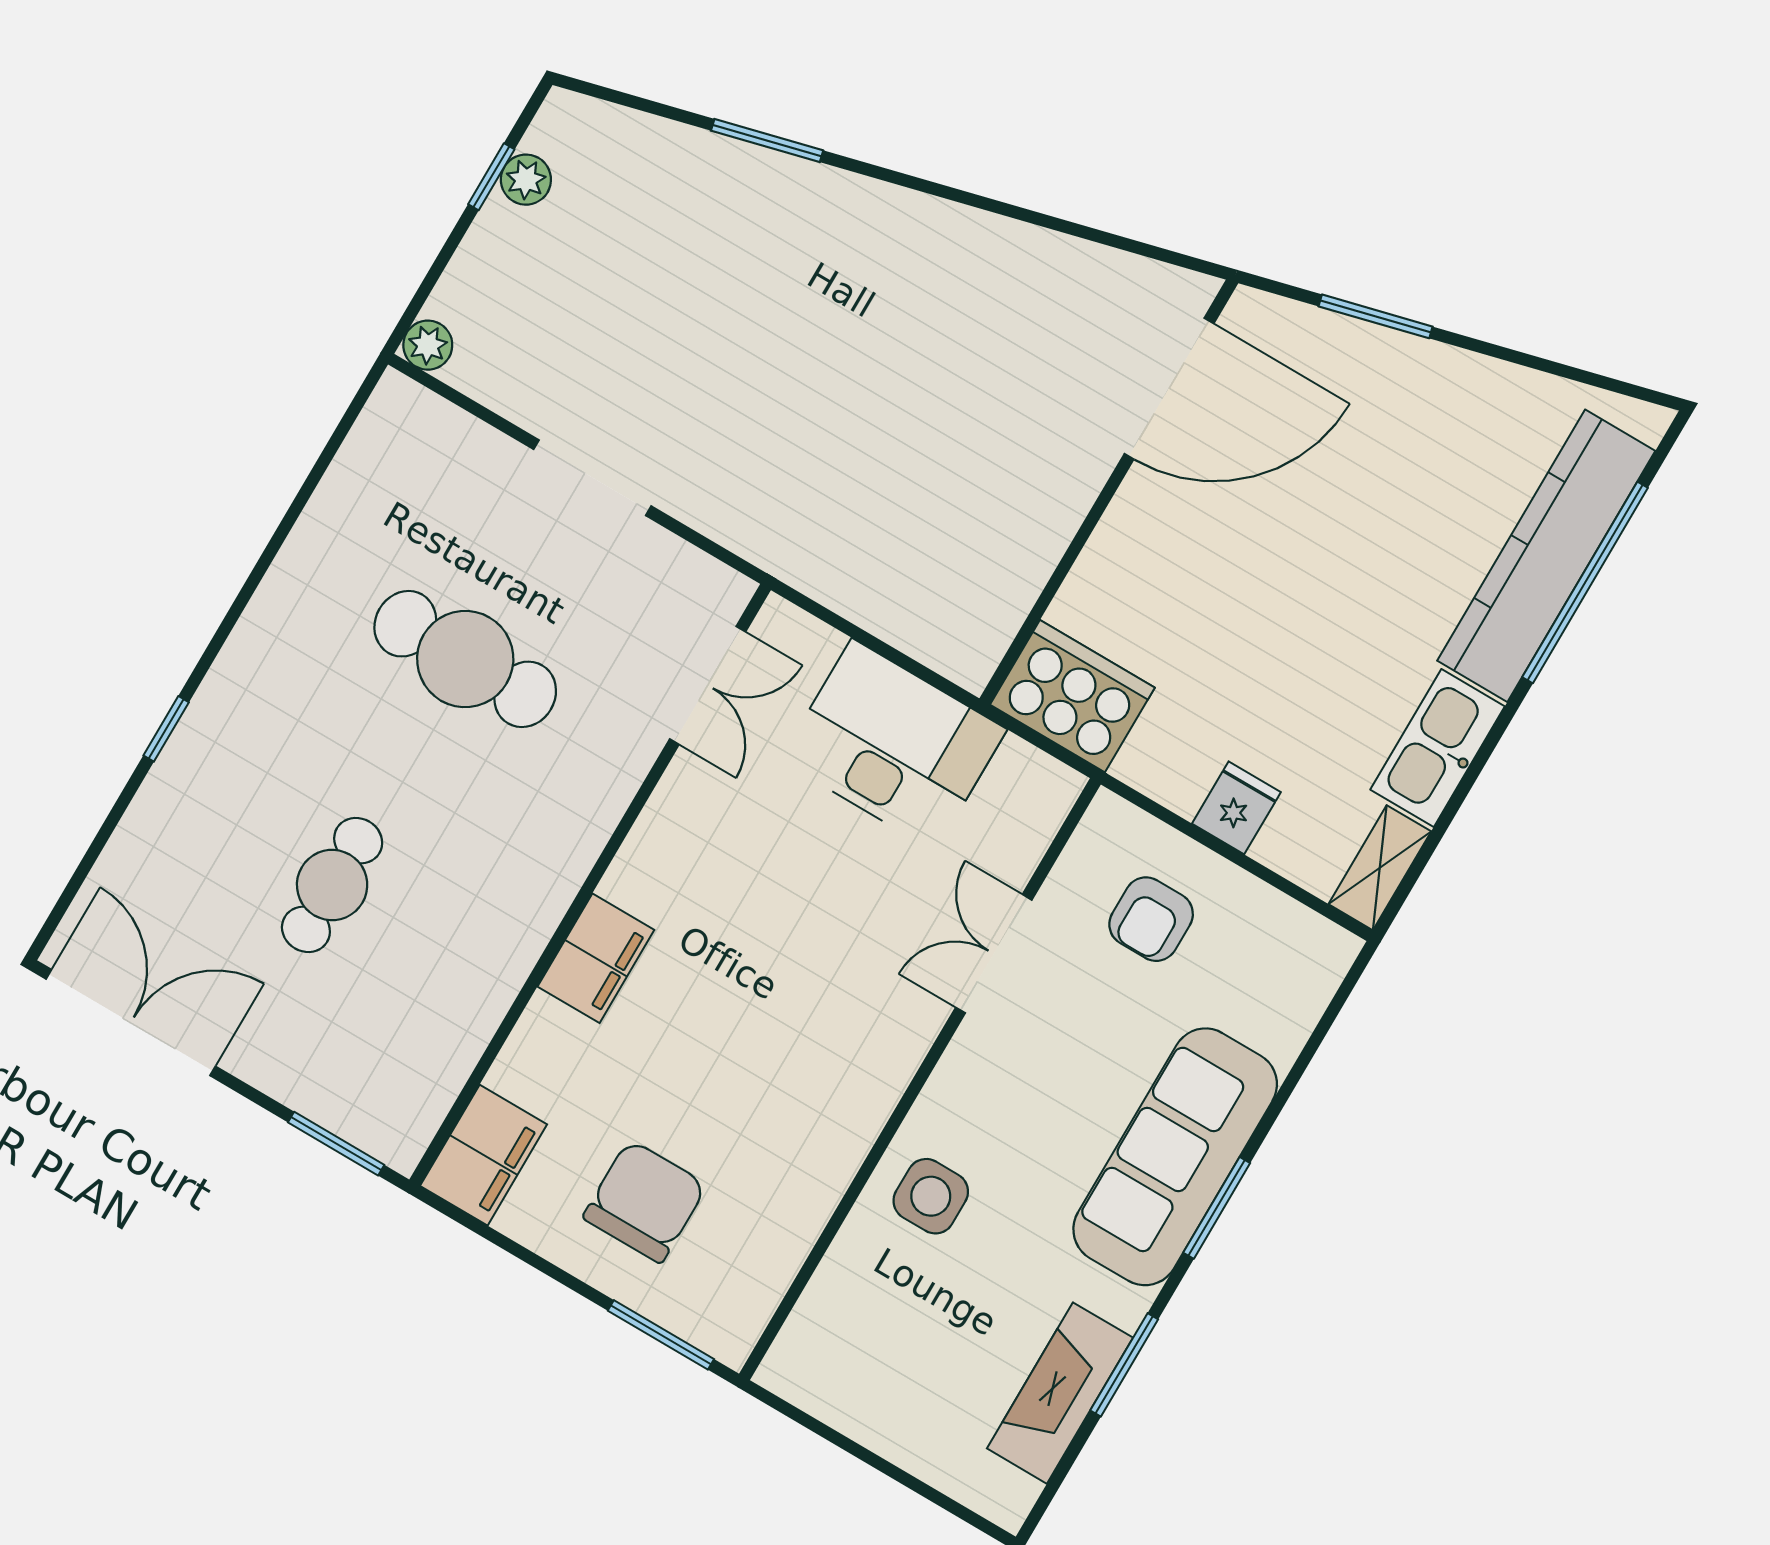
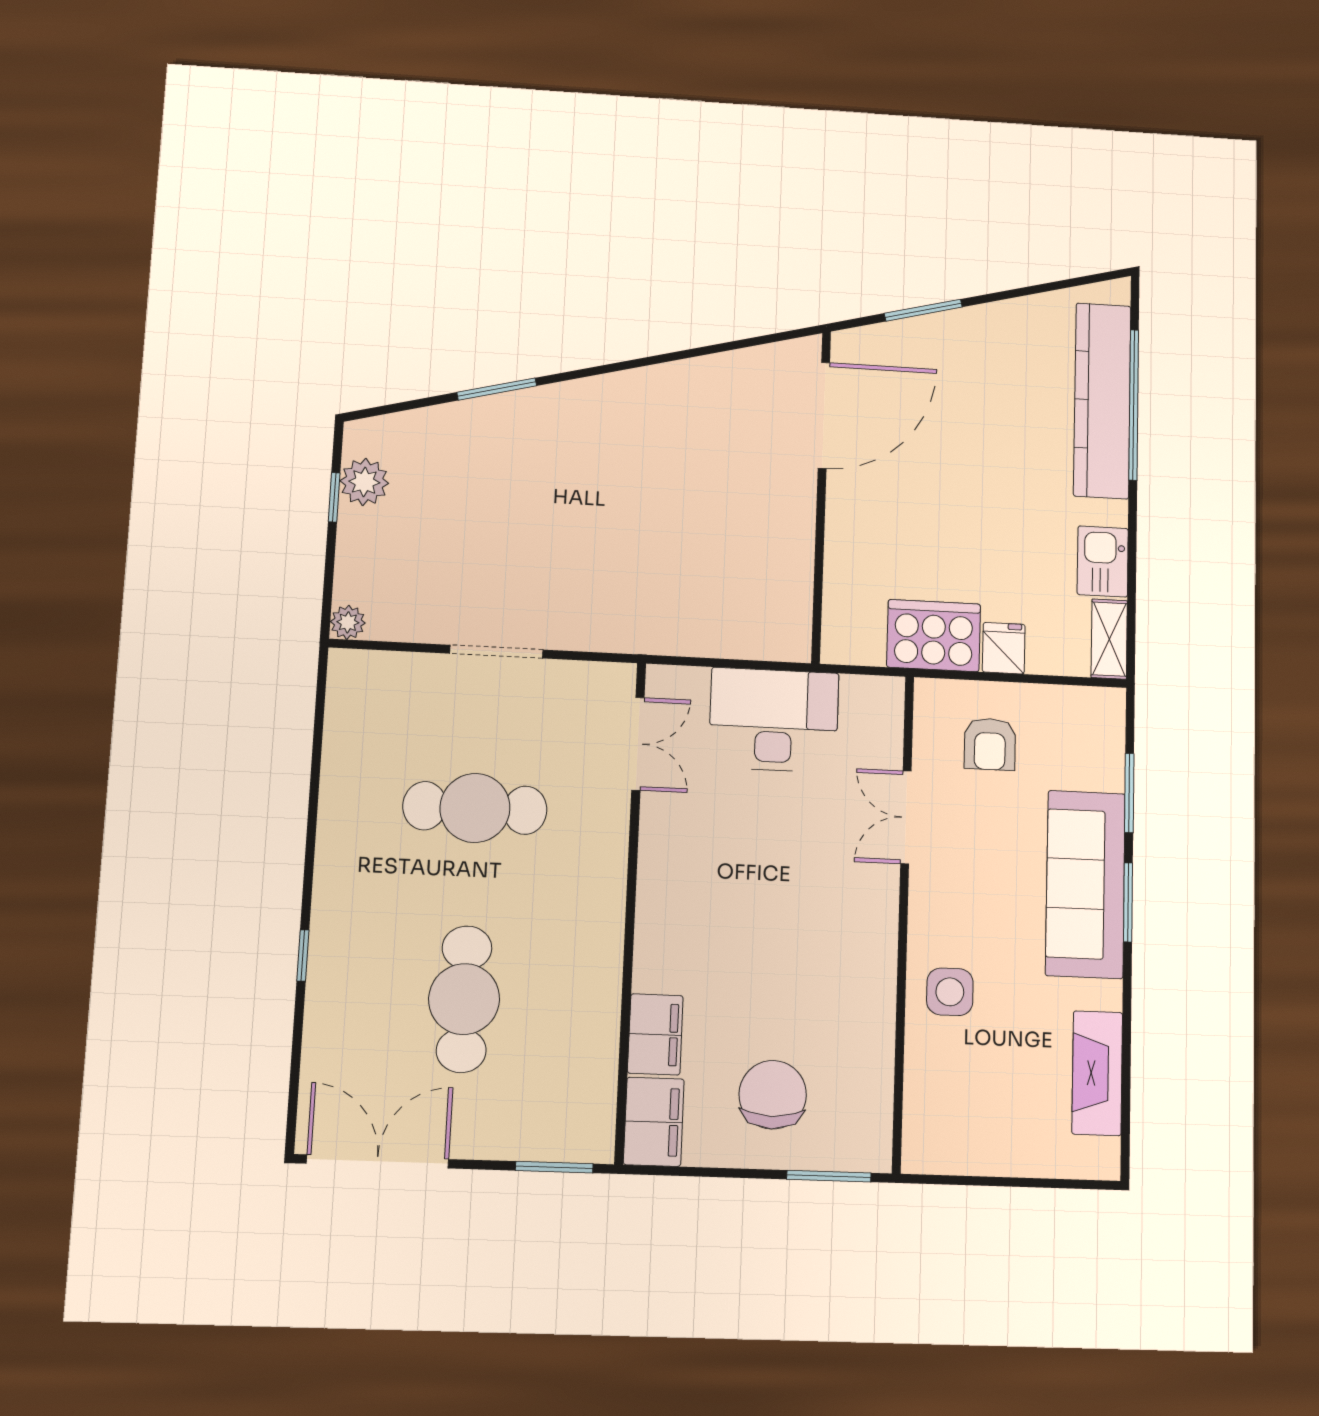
plant: (526, 180) -> (364, 482), width x1.38, depth x1.38
cooker: (1072, 696) -> (934, 636), moved
kitchen sink: (1438, 748) -> (1103, 561), width x0.73
cafe table: (332, 885) -> (464, 999), width x1.37, depth x1.35
filing cabinet: (596, 958) -> (655, 1034), moved
window: (1124, 1365) -> (1129, 793), moved

